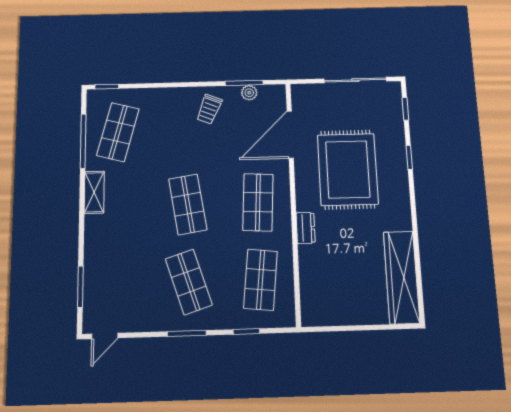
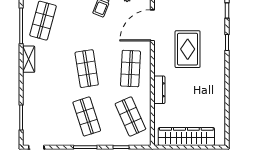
rug: (348, 169) -> (188, 49), width x0.73, depth x0.69
dresser: (306, 228) -> (159, 90), width x1.44
wardrobe: (401, 277) -> (186, 136), moved, turned 90
shop shelf: (261, 280) -> (130, 116), turned -30

